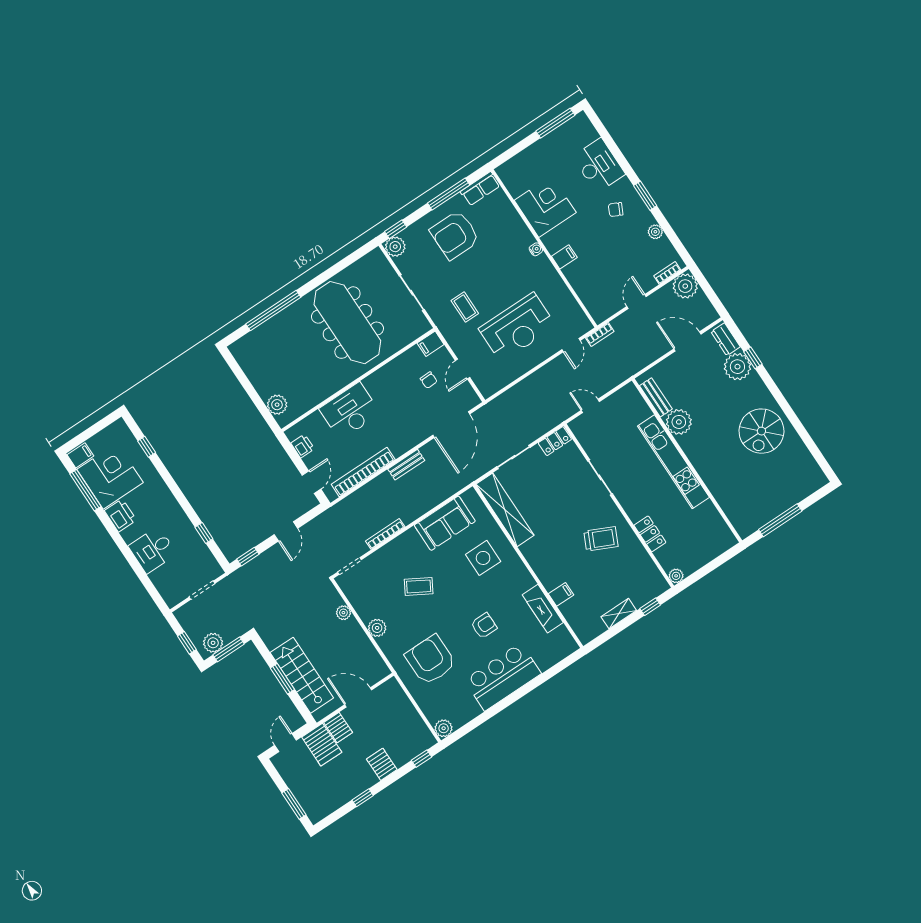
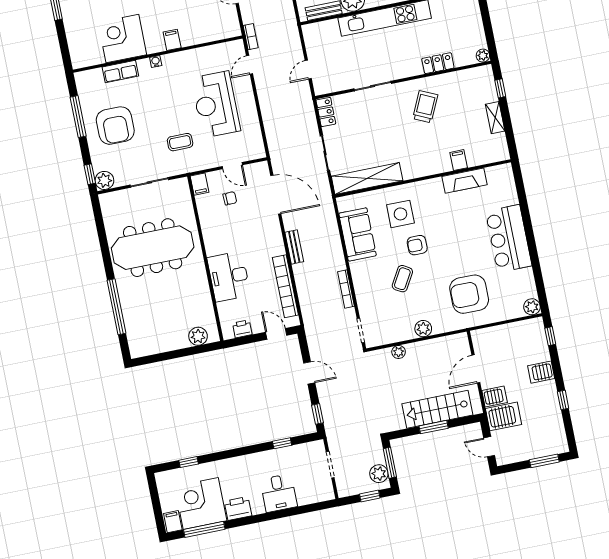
row of seats: (480, 189) -> (120, 72), moved, turned 90
reception desk: (517, 327) -> (216, 104), turned 180
door: (571, 345) -> (250, 65), swing flipped
armchair: (484, 626) -> (417, 245), moved, turned -90

